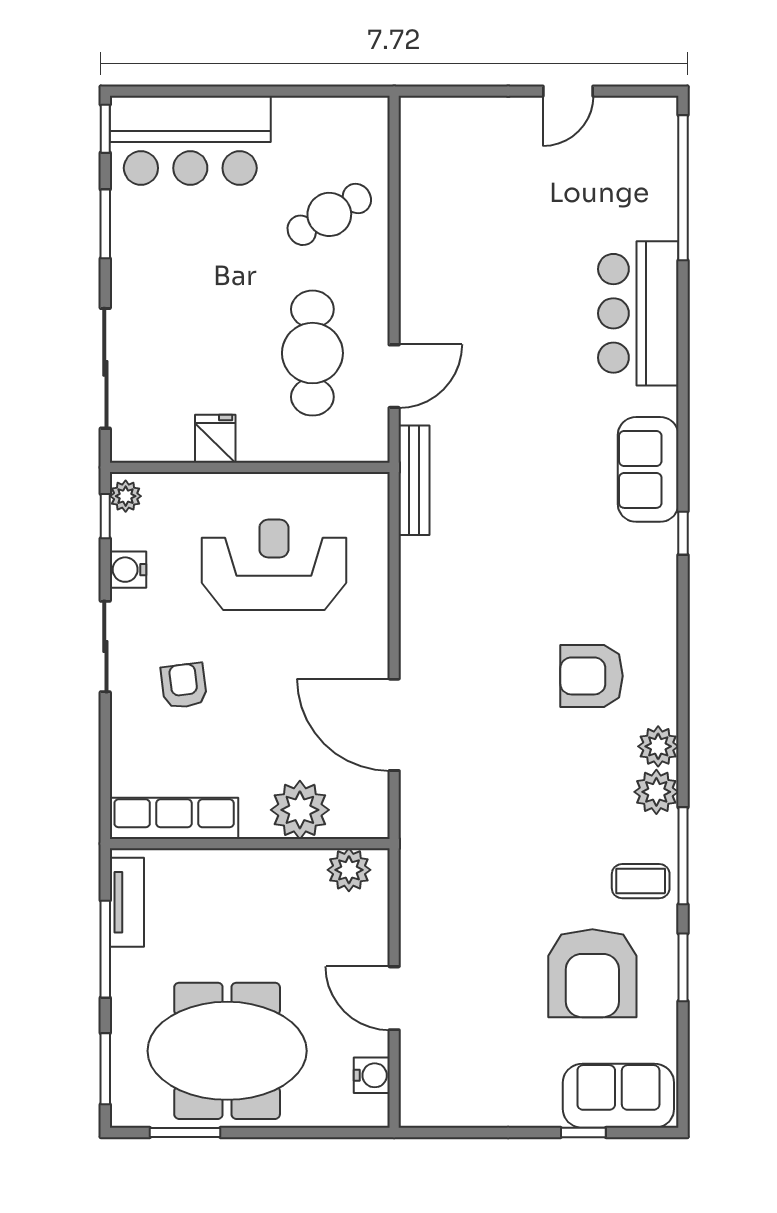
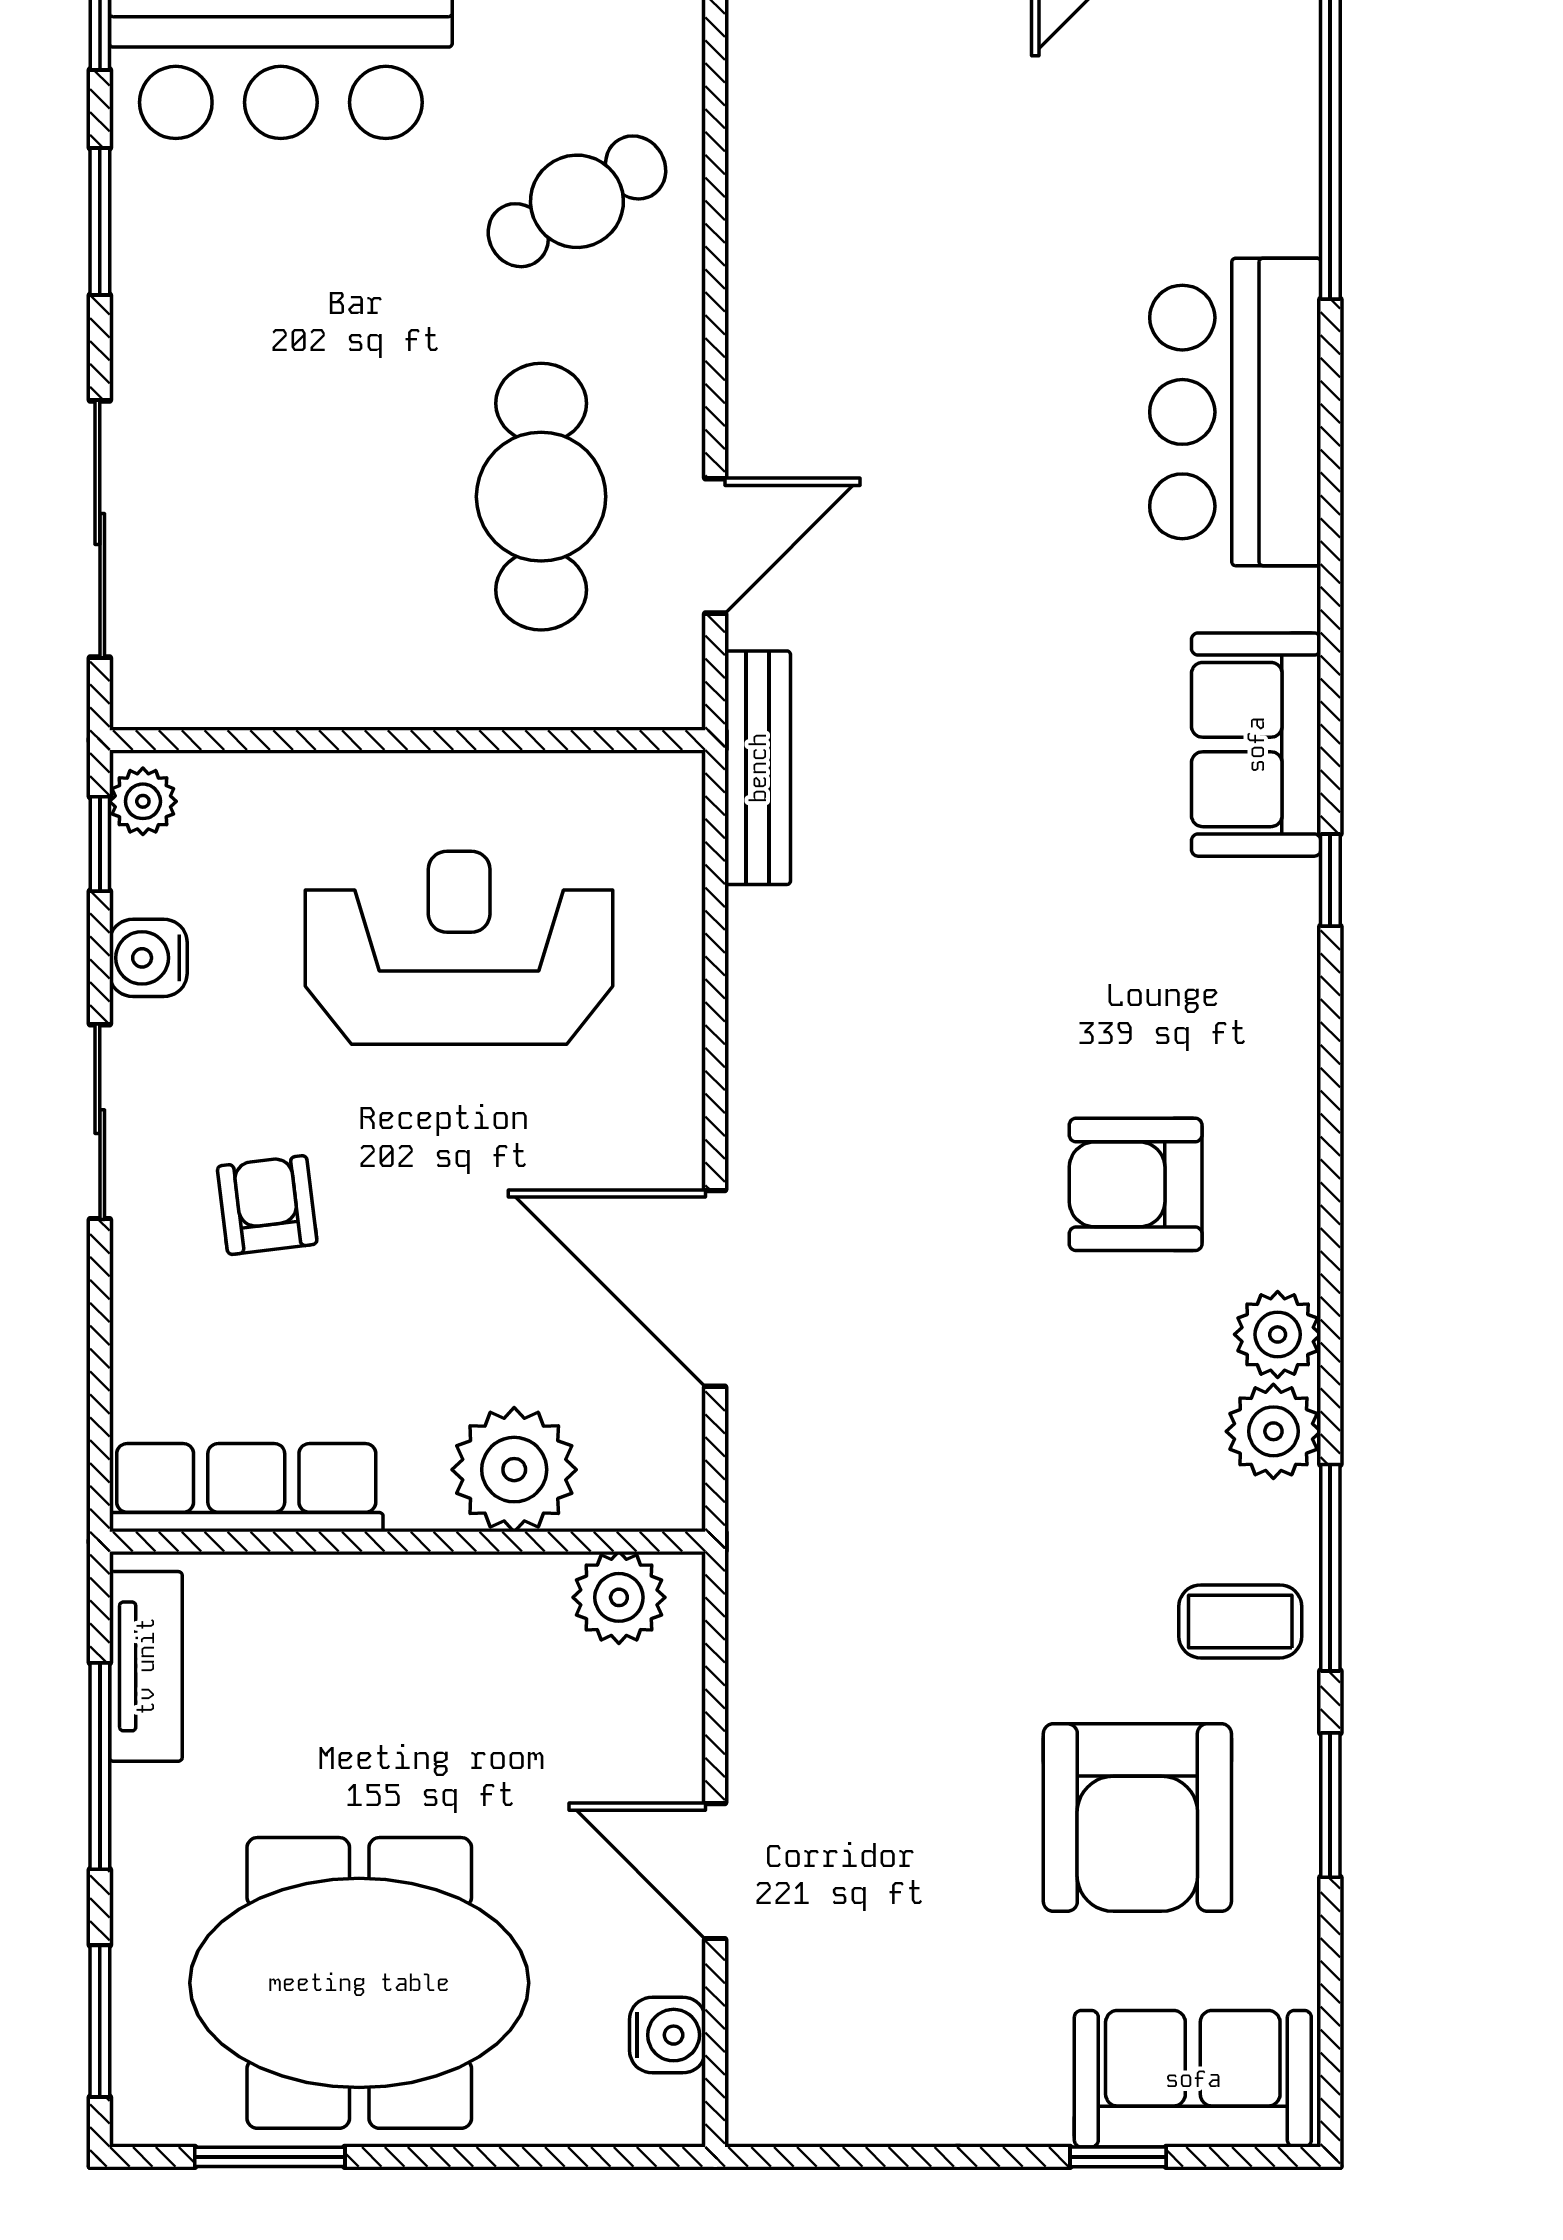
fridge: (215, 439) -> (334, 679), removed

